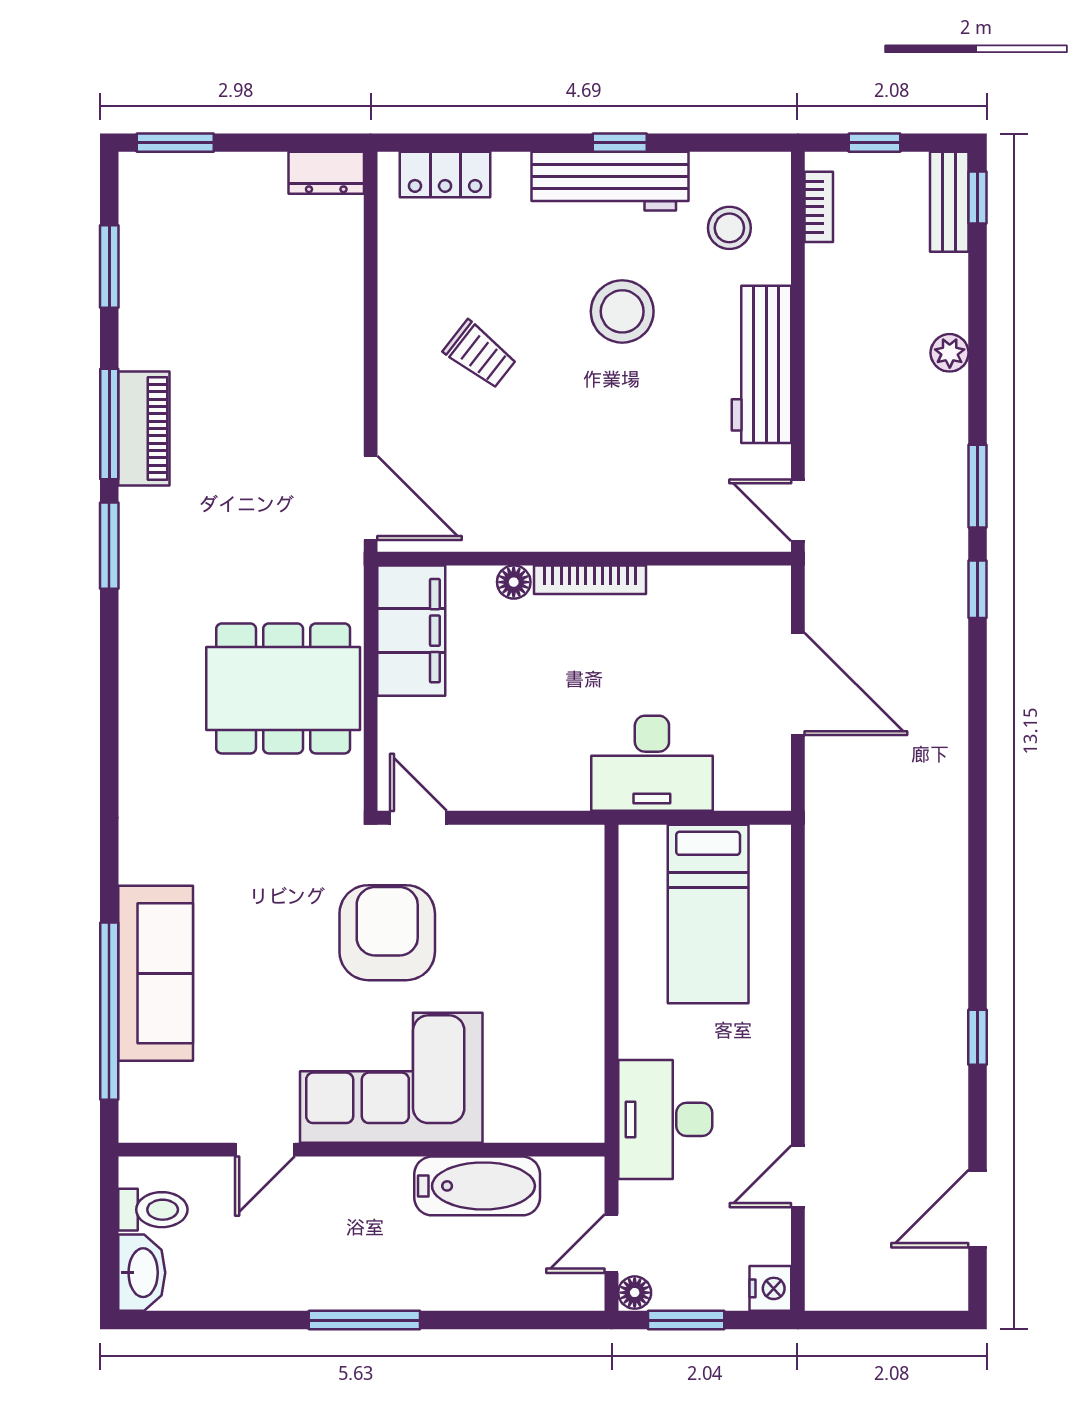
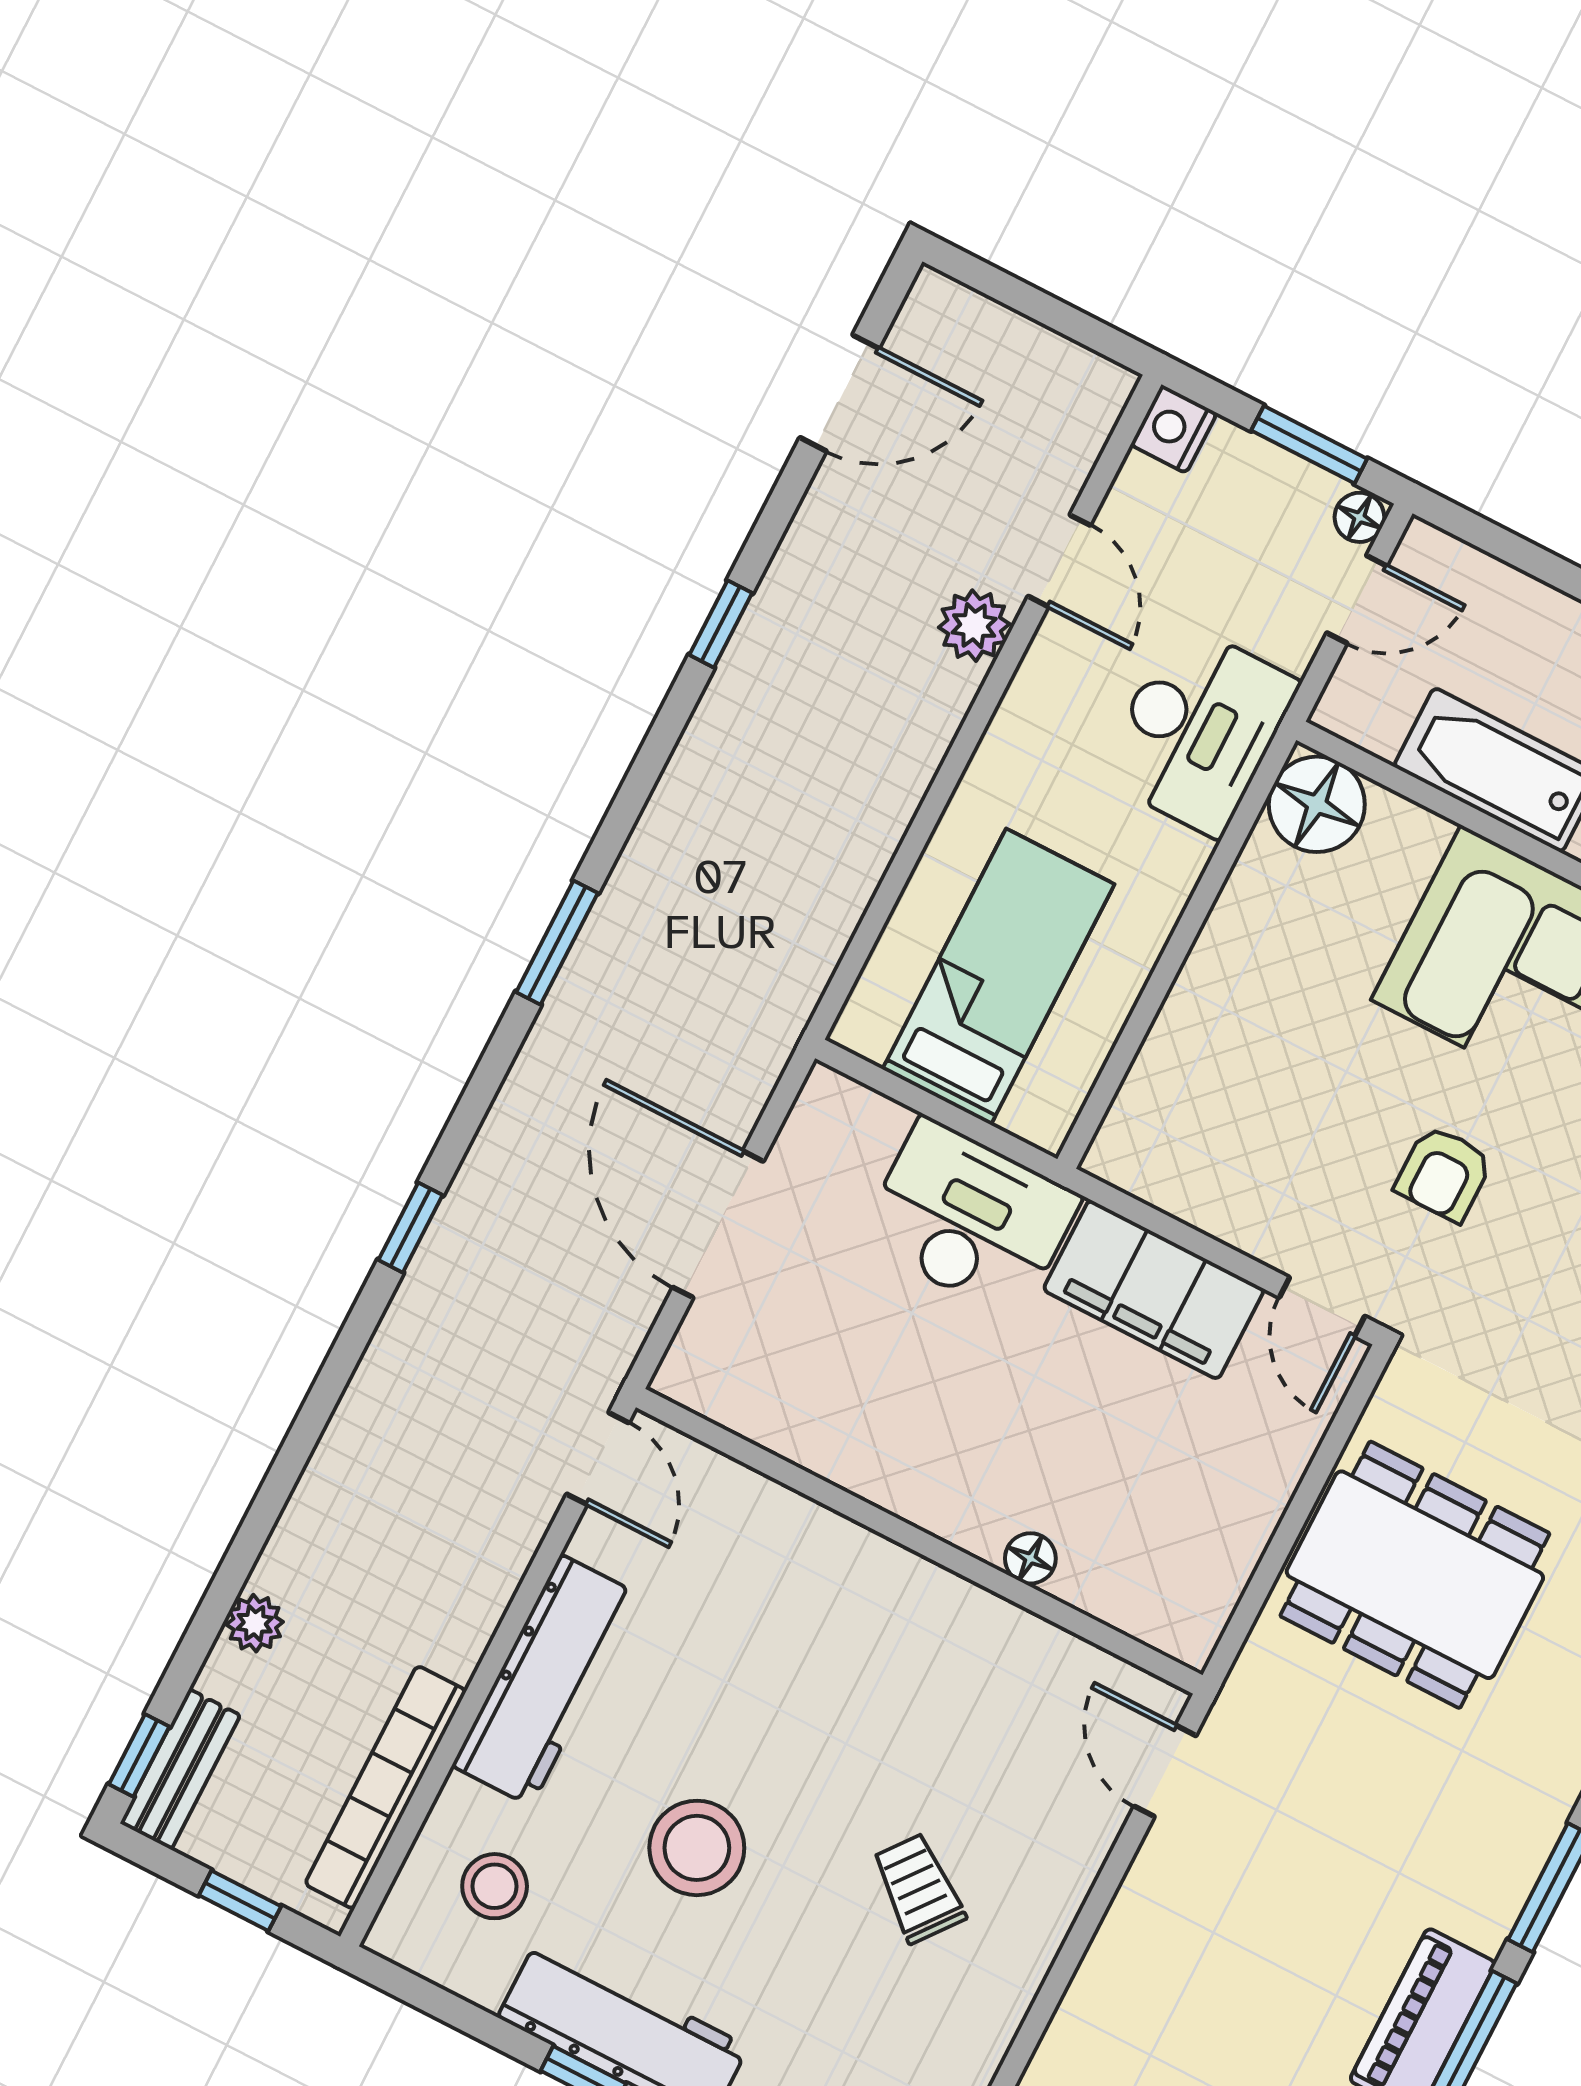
bookcase: (819, 207) -> (386, 1787), width x2.31, depth x1.31
plant: (950, 353) -> (255, 1623), moved
window: (977, 486) -> (557, 943), moved
door: (371, 498) -> (1165, 1771), width x0.73
bookcase: (590, 580) -> (926, 1509), removed
filing cabinet: (411, 631) -> (1154, 1290), moved, turned -90
armchair: (387, 933) -> (1444, 1174), width x0.53, depth x0.53
floor lamp: (573, 1111) -> (1317, 804), added
plant: (828, 1113) -> (974, 626), added
door: (798, 1176) -> (1059, 561), hinge flipped

